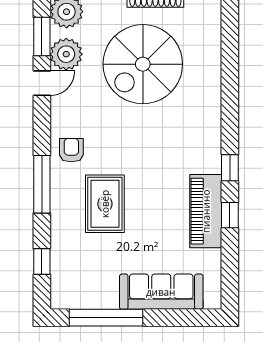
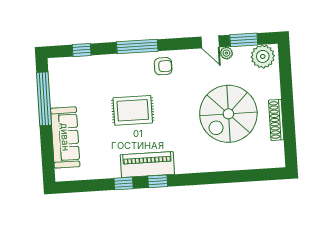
plant: (66, 54) -> (226, 53), width x0.53, depth x0.53
spiral stairs: (143, 64) -> (228, 114), turned -90
rug: (105, 204) -> (133, 110), moved
piano: (206, 211) -> (147, 165), moved

